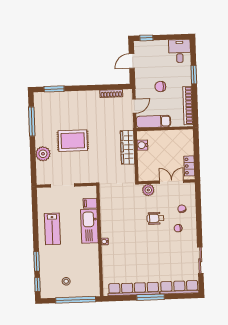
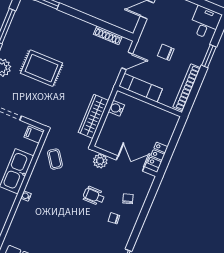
wardrobe: (128, 147) -> (93, 116), moved
filing cabinet: (90, 203) -> (34, 135), moved
coffee table: (114, 204) -> (55, 159), added

